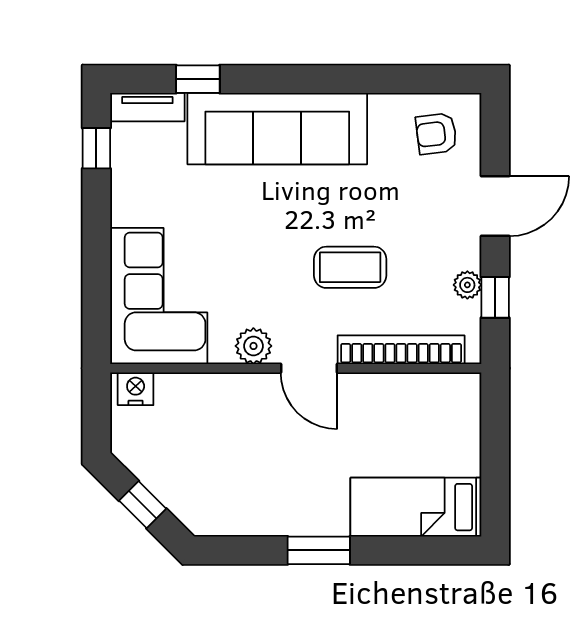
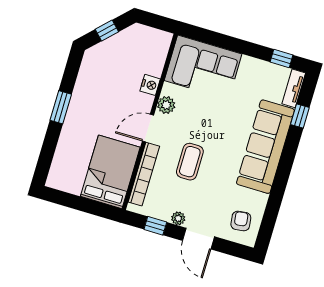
plant: (467, 285) -> (178, 218), moved
nightstand: (136, 389) -> (150, 85), moved
bed: (416, 507) -> (110, 172), moved, width x1.50

